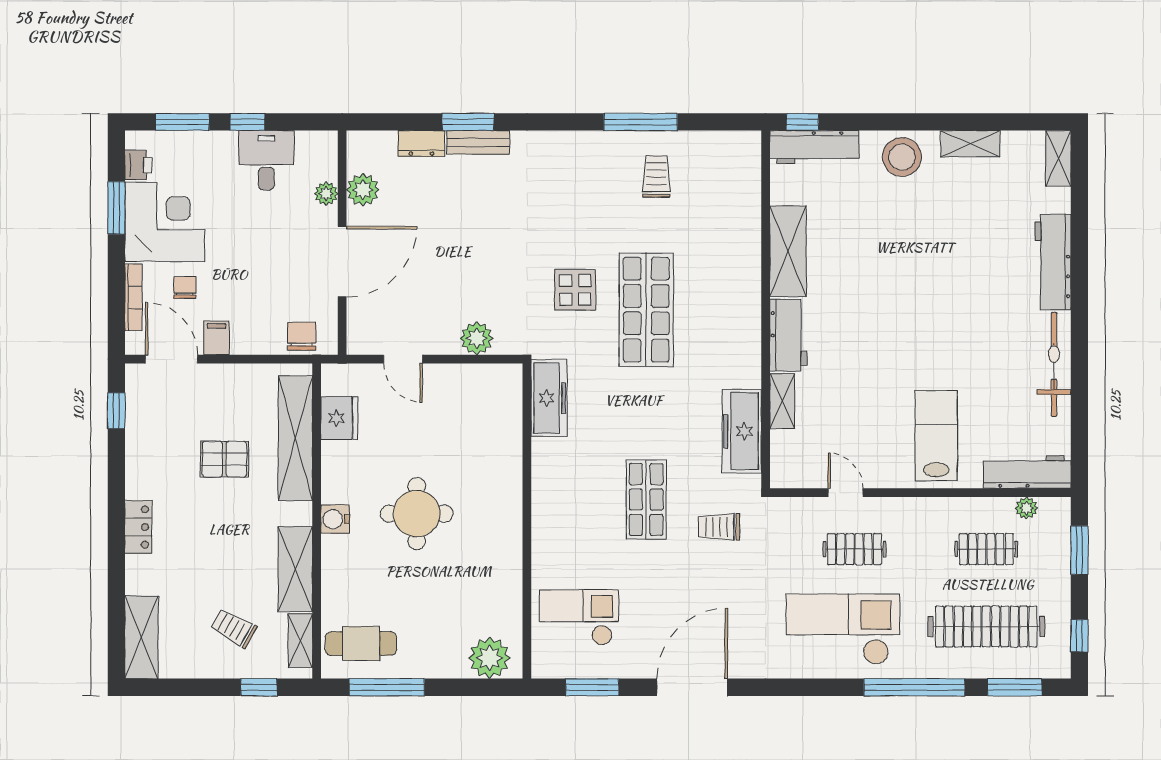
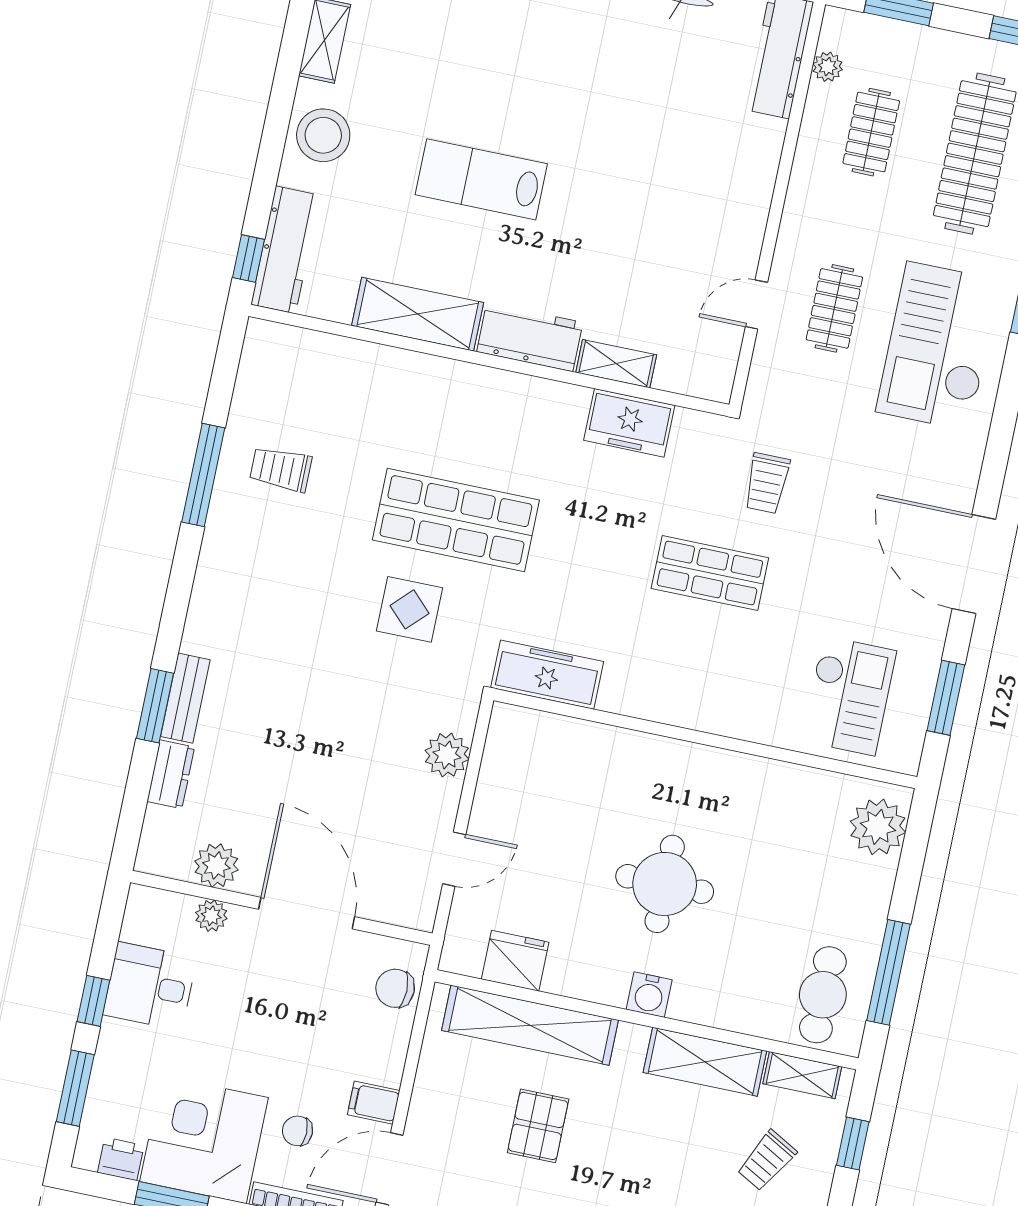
freezer: (742, 431) -> (629, 423), width x0.71
lab bench: (936, 435) -> (481, 179), moved
checkout: (579, 617) -> (849, 696), turned 180

